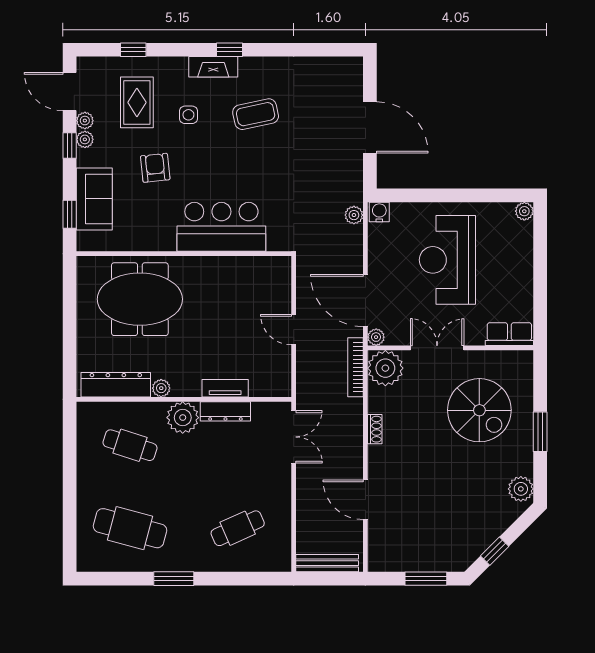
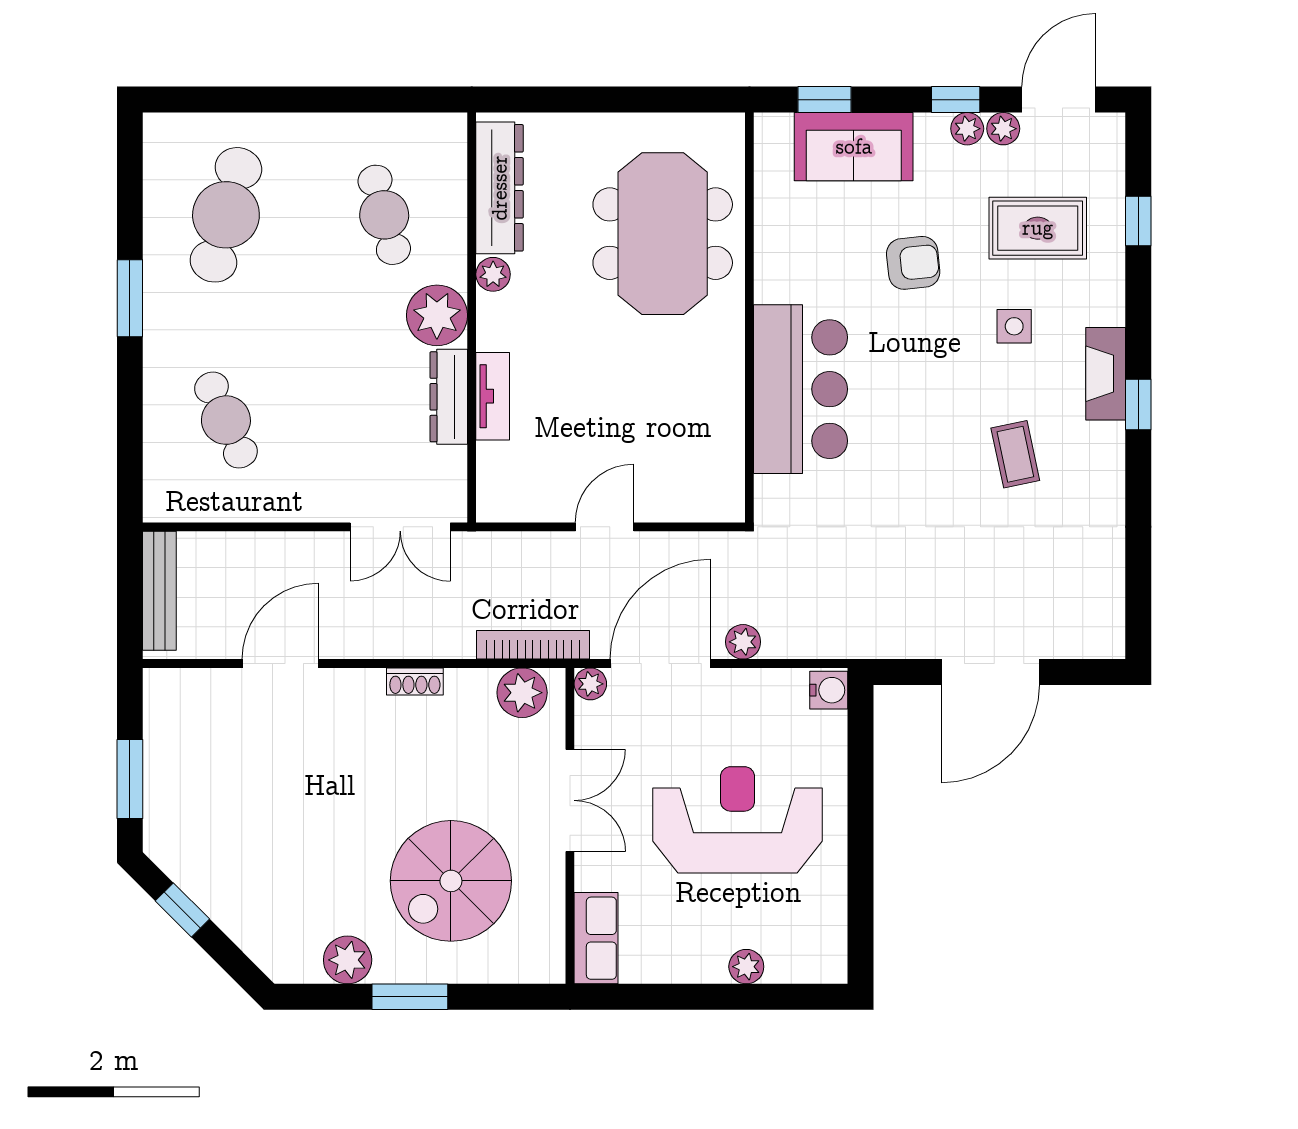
coffee table: (256, 114) -> (1015, 454), width x0.73, depth x0.77
plant: (524, 211) -> (746, 967), moved
plant: (354, 215) -> (743, 642), moved
plant: (385, 368) -> (522, 693), width x0.73, depth x0.73
cafe table: (130, 445) -> (384, 215), turned -33
plant: (521, 489) -> (348, 960), moved

